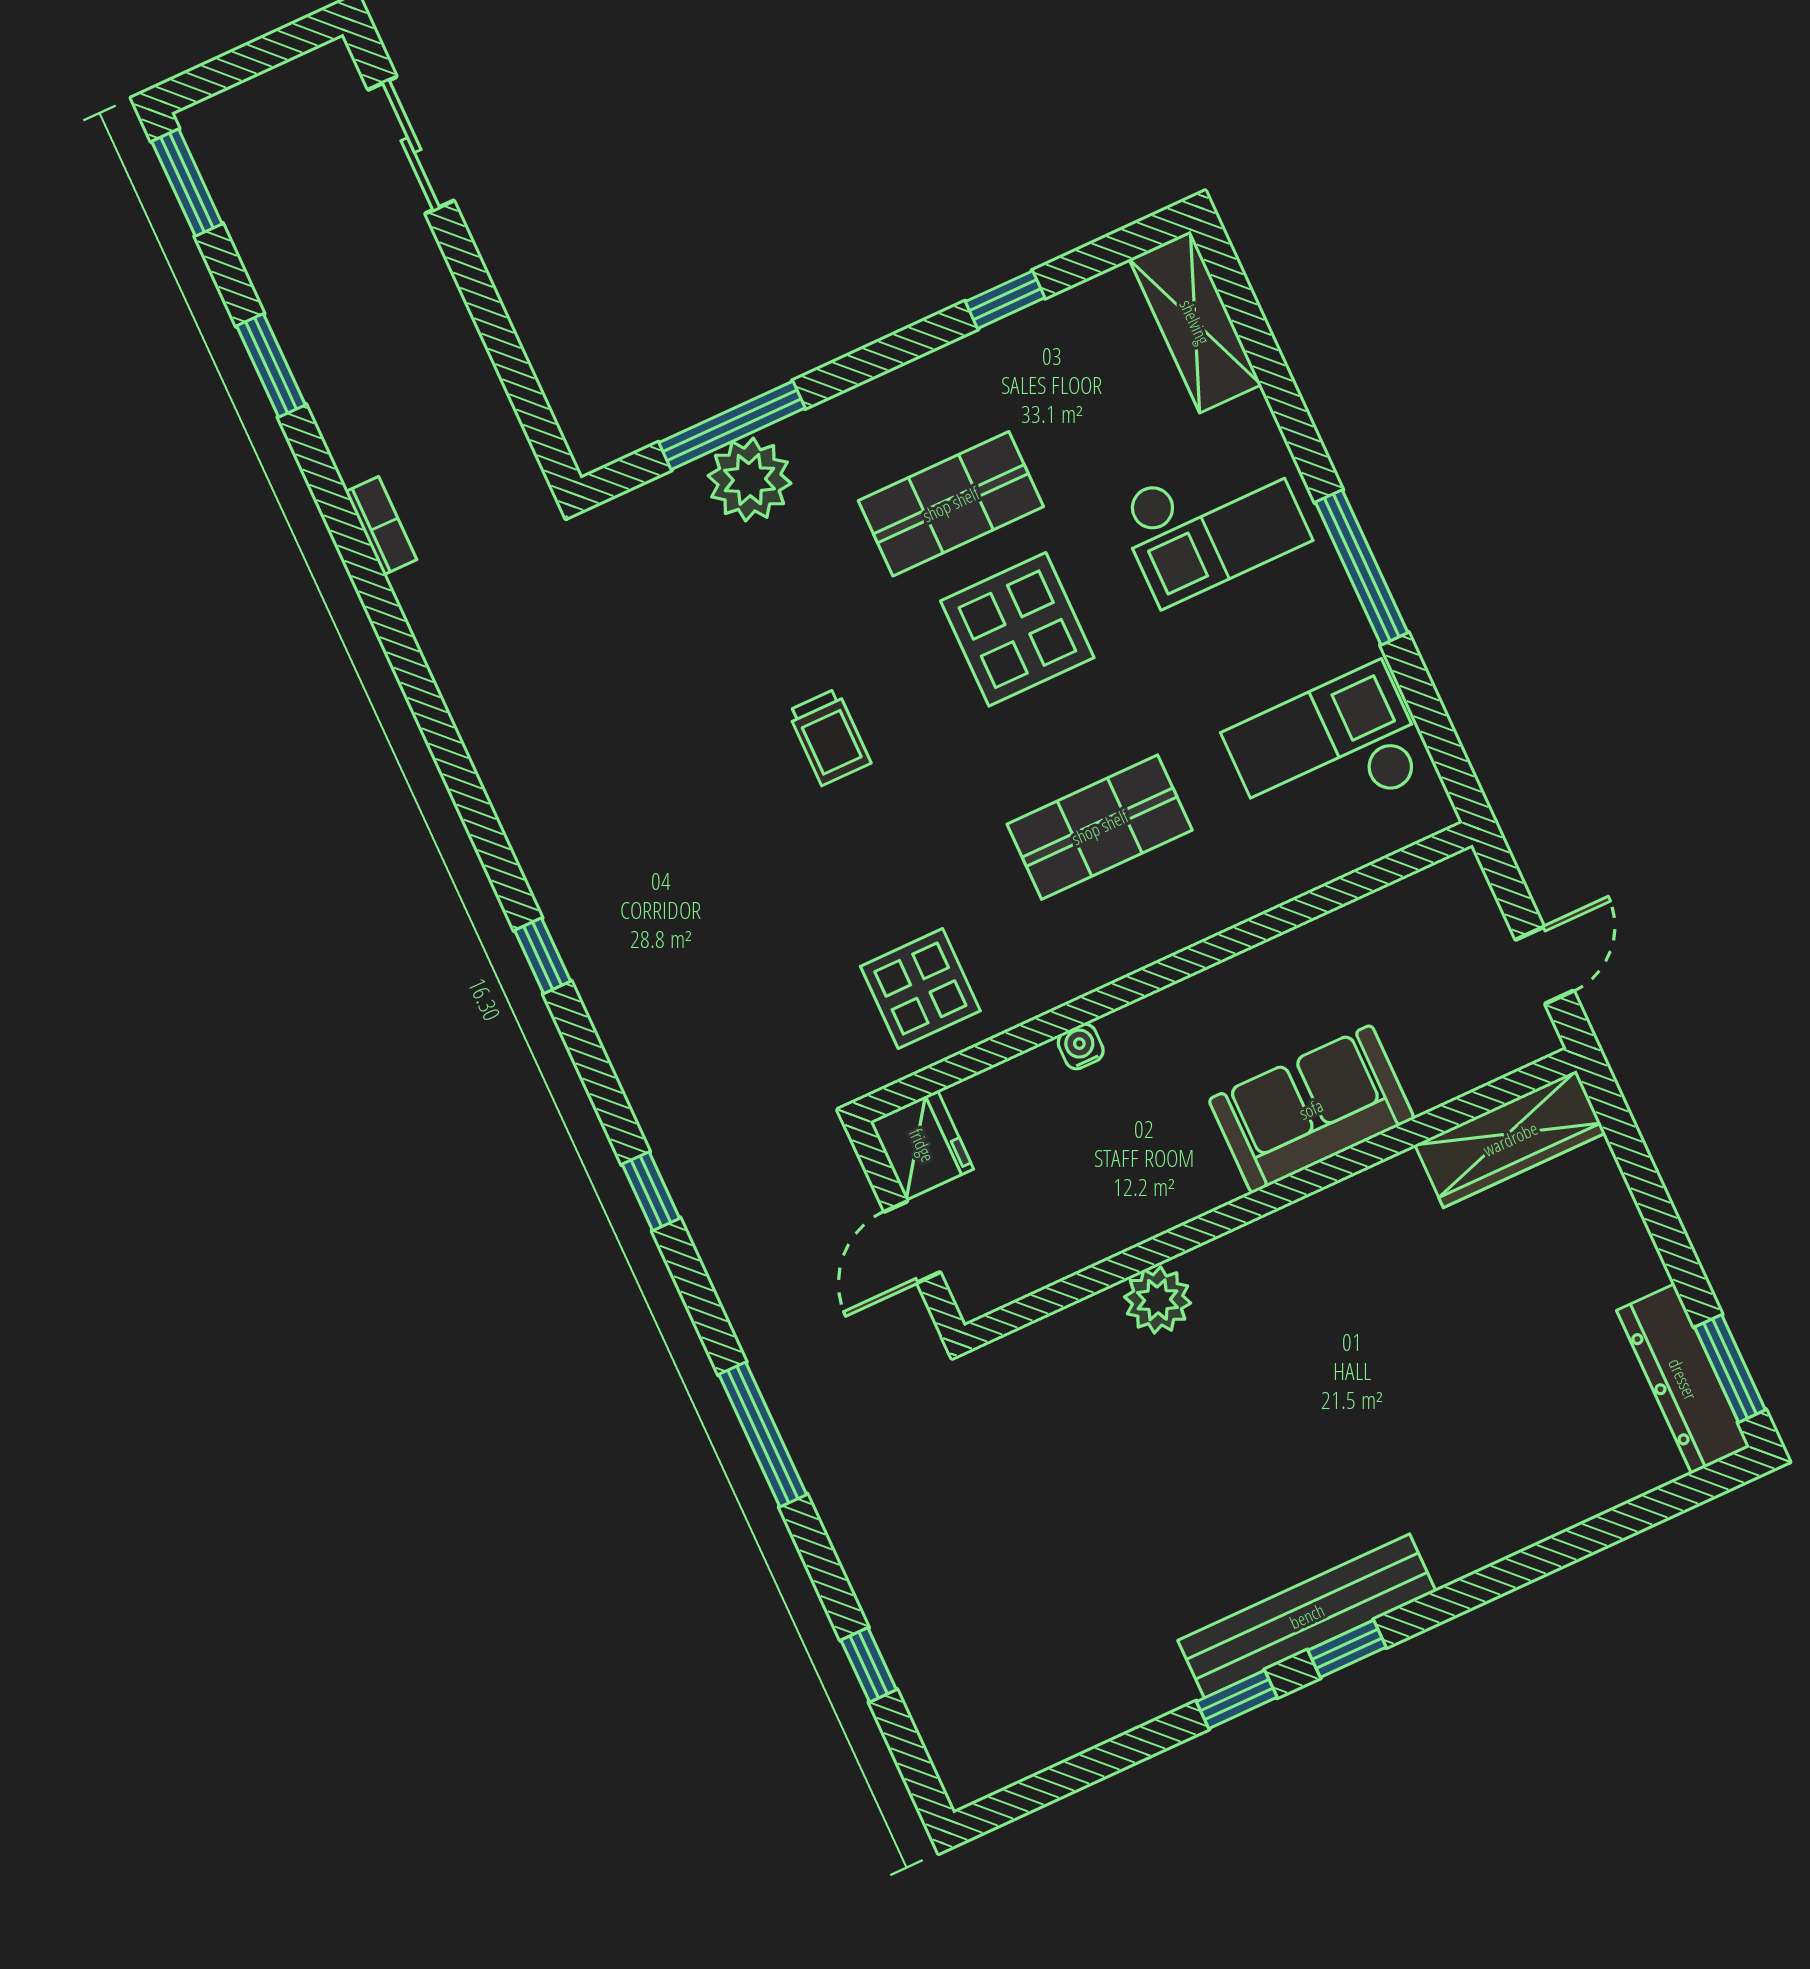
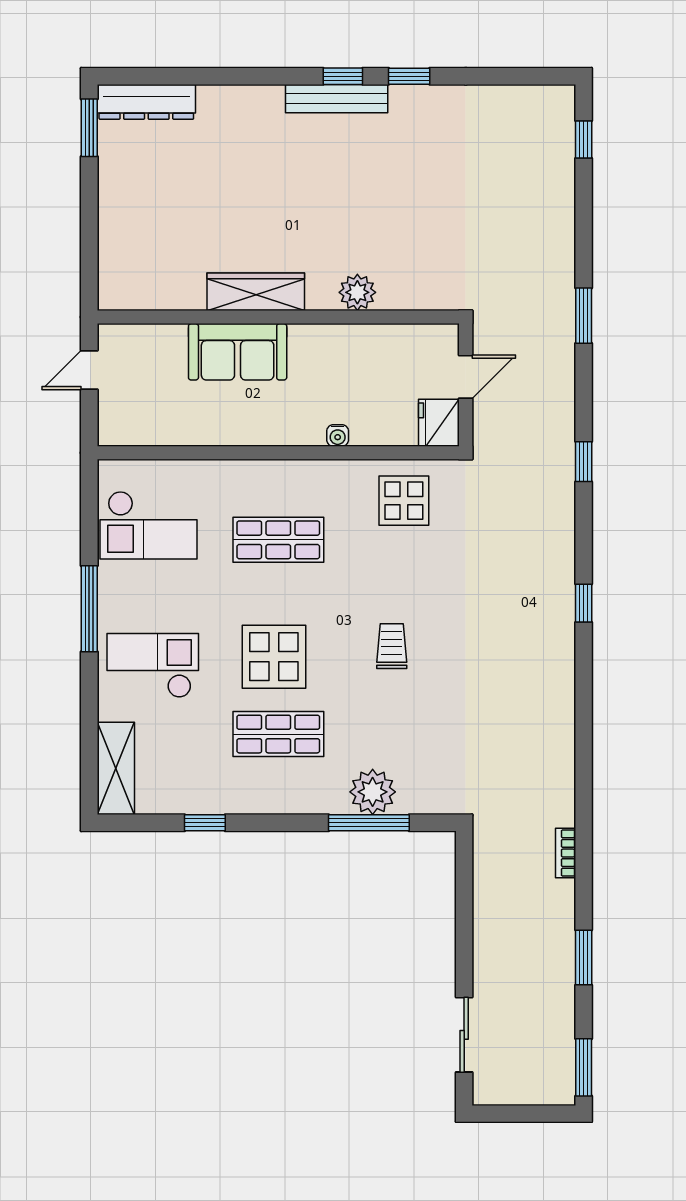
wardrobe: (1510, 1139) -> (256, 292), moved
dresser: (1683, 1379) -> (146, 102), moved, turned 90
window: (763, 1435) -> (584, 316), width x0.69
bench: (1307, 1616) -> (337, 99), width x0.73, depth x0.82
window: (869, 1665) -> (584, 140), moved

